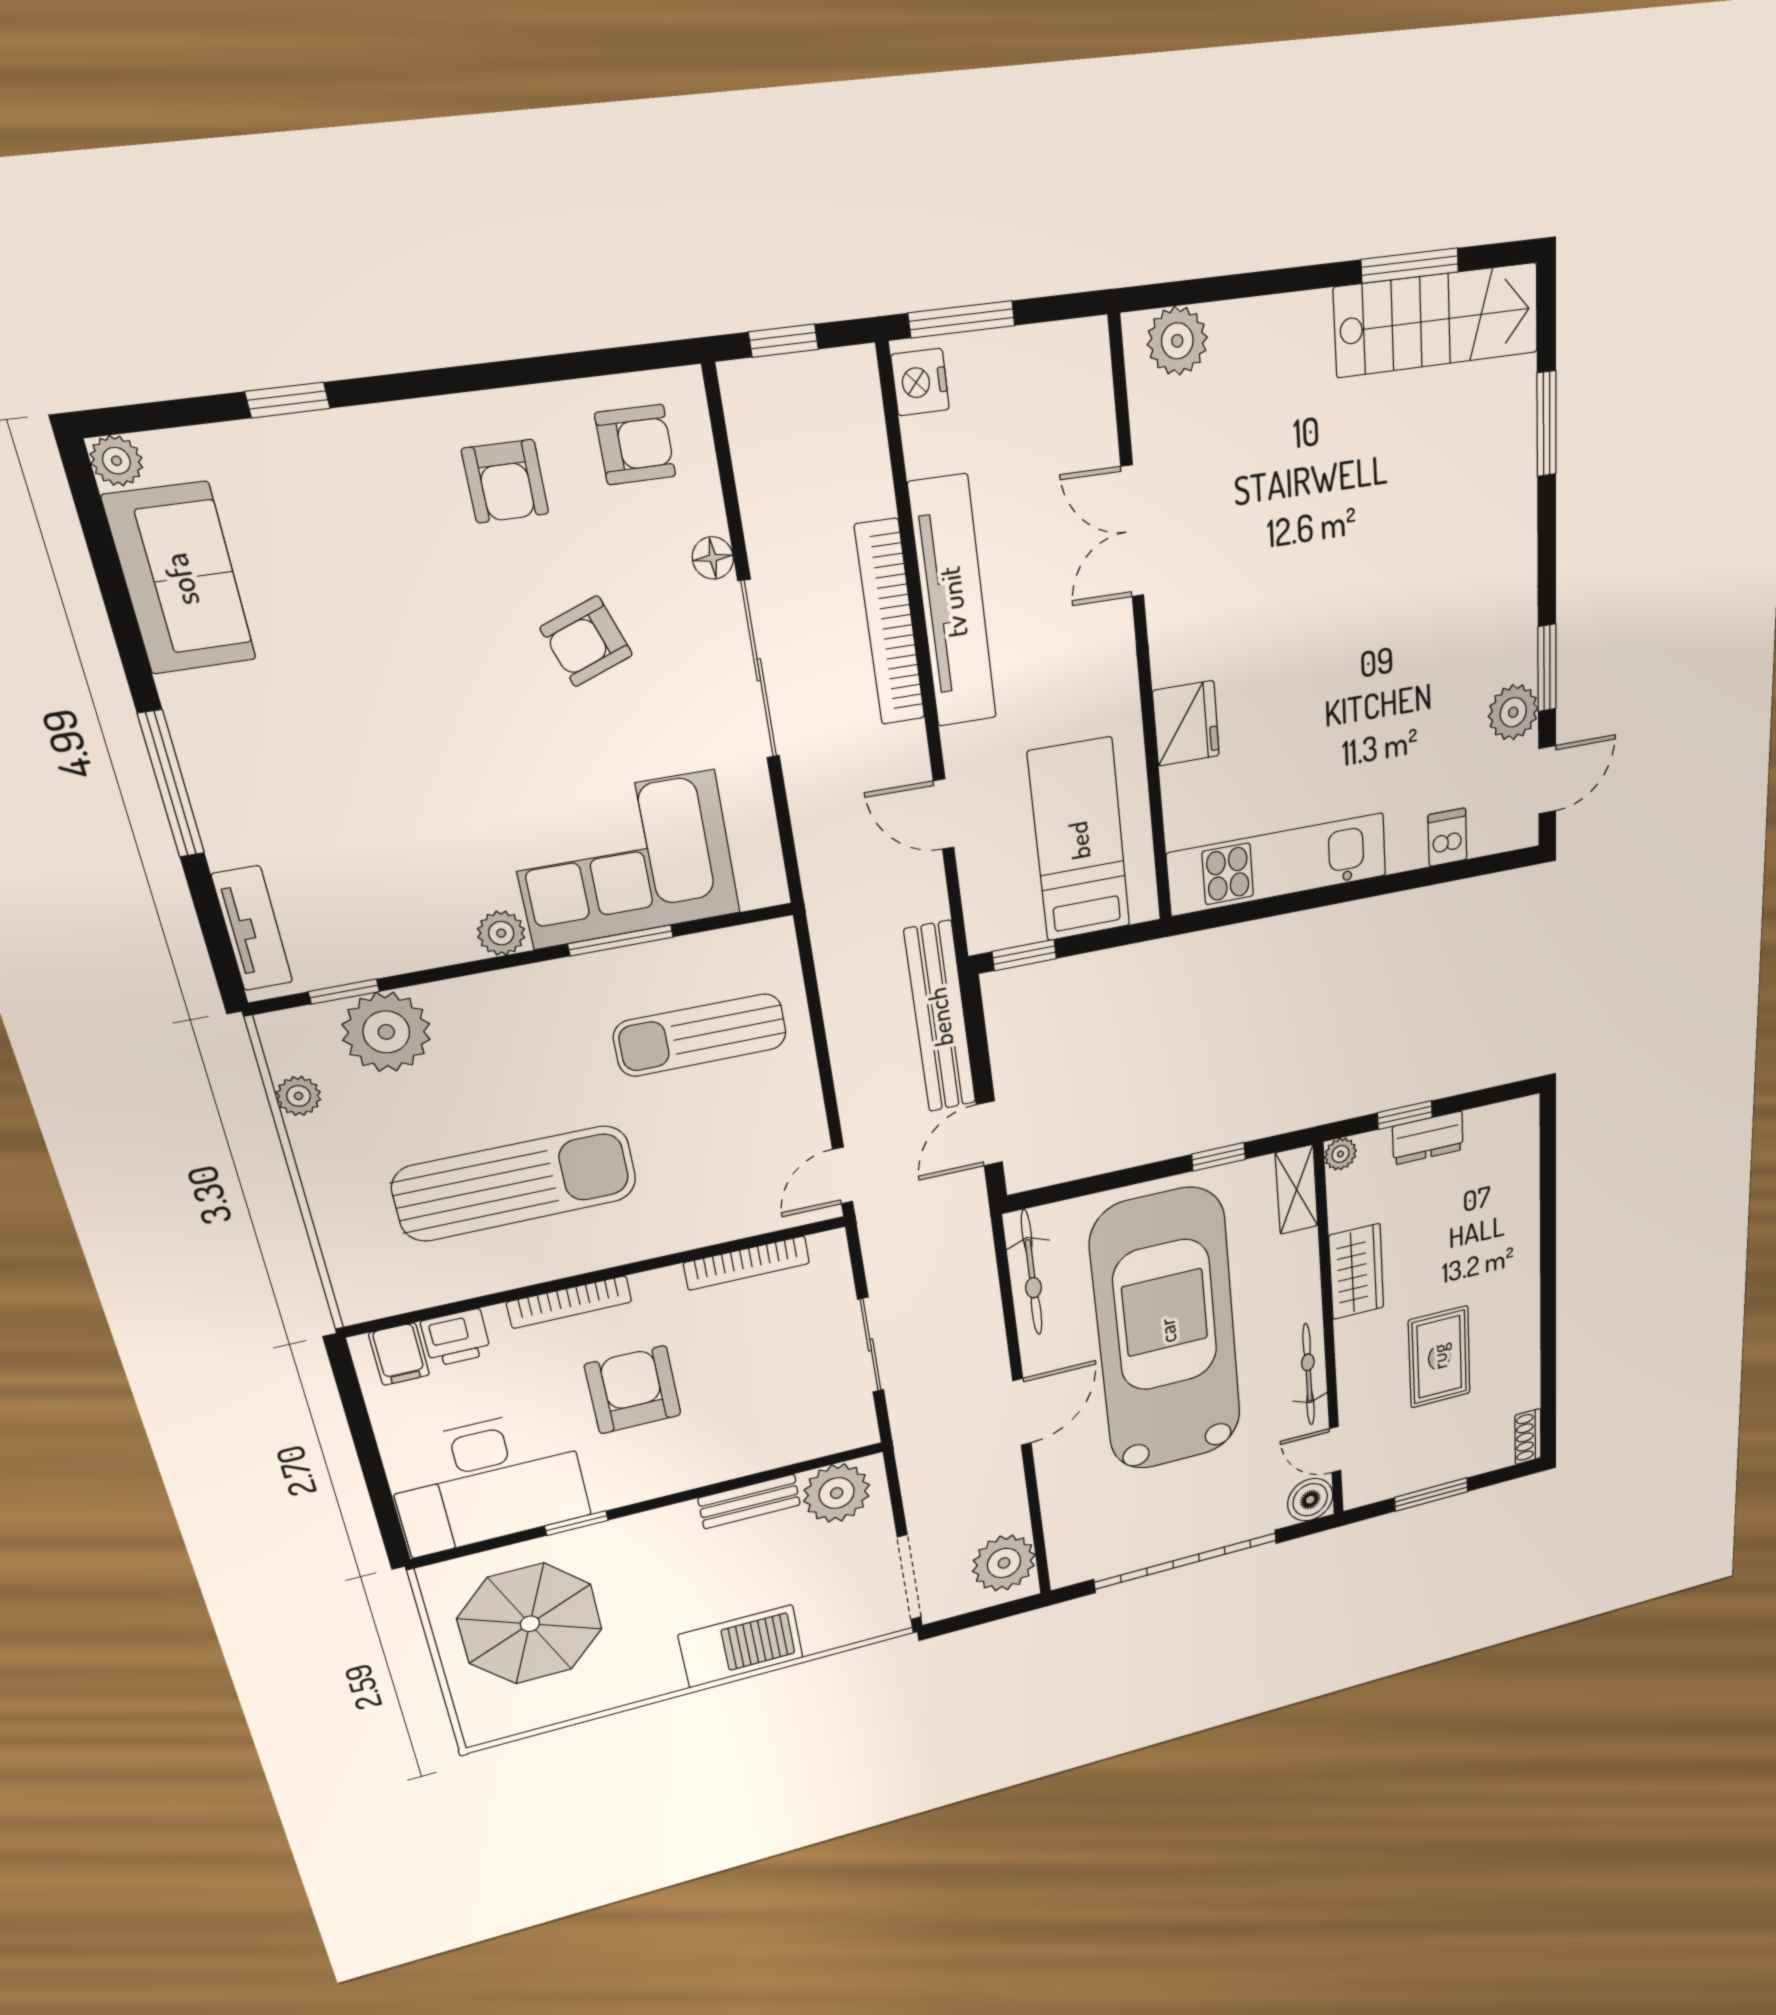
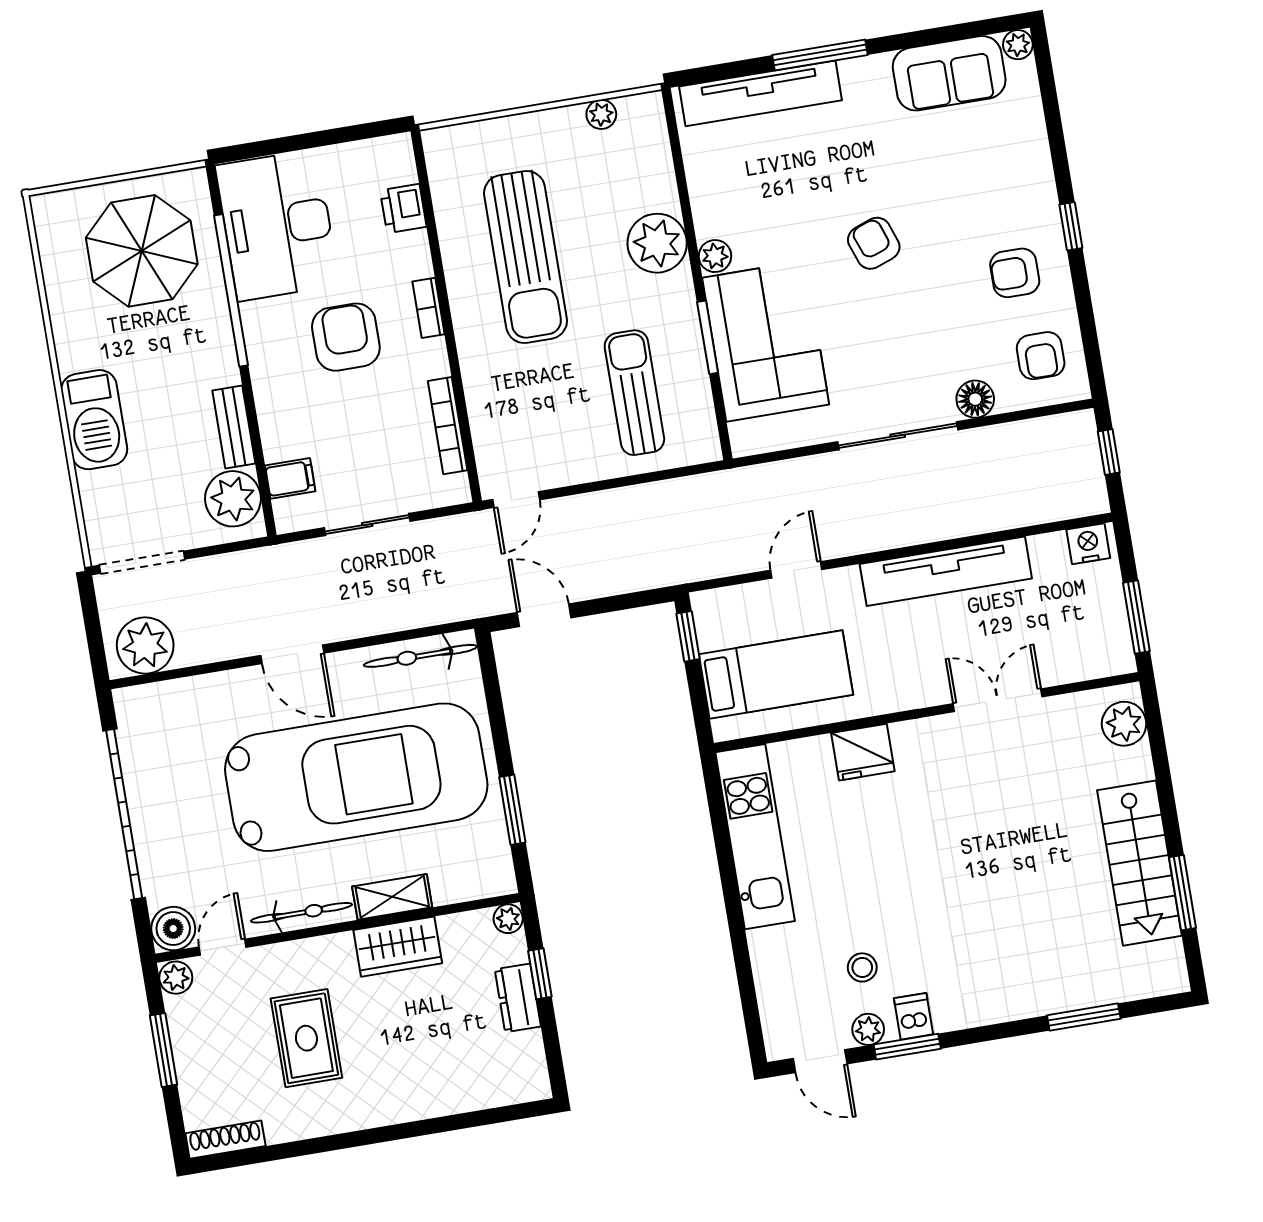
window: (962, 319) -> (1136, 617), moved
stairs: (1437, 320) -> (1140, 863), moved
window: (288, 400) -> (1071, 226), moved
floor lamp: (713, 558) -> (975, 399), width x1.37, depth x1.37
bookcase: (890, 623) -> (931, 527), removed
armchair: (586, 641) -> (874, 243), moved
plant: (1513, 712) -> (868, 1029), width x0.73, depth x0.73
stool: (1448, 726) -> (862, 967), added
dishwasher: (1447, 837) -> (914, 1016), moved, turned -90
tv unit: (252, 928) -> (760, 93), width x1.92, depth x1.29
window: (344, 992) -> (676, 150), removed
bench: (940, 1017) -> (641, 572), removed
plant: (386, 1032) -> (657, 243), moved
window: (1219, 1157) -> (512, 810), width x1.50
door: (843, 1175) -> (516, 500), swing flipped
shelving: (1297, 1190) -> (392, 897), moved
bookcase: (569, 1302) -> (428, 308), width x0.64
filing cabinet: (399, 1354) -> (290, 478), moved, turned 180
rug: (1439, 1357) -> (306, 1038), turned 90
armchair: (633, 1390) -> (346, 337), turned -90
shoe rack: (1528, 1437) -> (225, 1140), width x1.43
plant: (1361, 1491) -> (176, 978), added
window: (576, 1523) -> (231, 290), width x3.17

